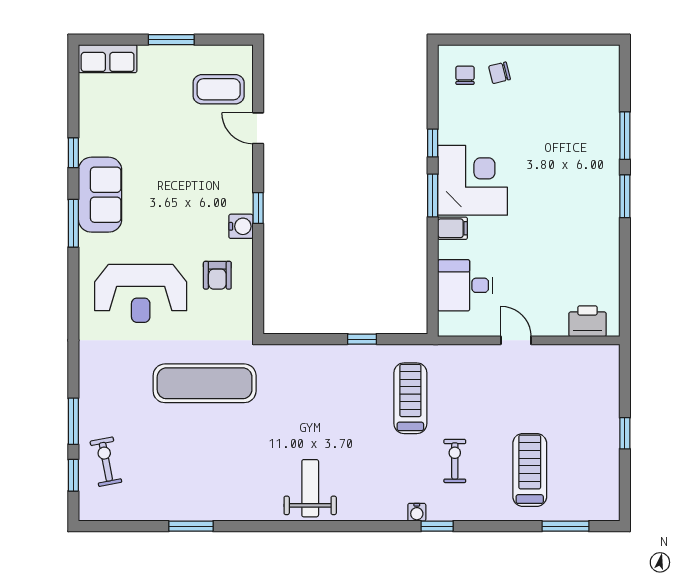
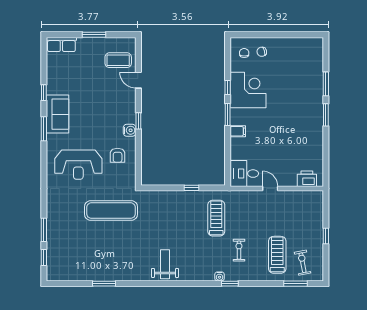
corner desk: (473, 180) -> (248, 90), moved
desk: (465, 285) -> (244, 174), moved
exercise bike: (106, 462) -> (303, 263), moved

